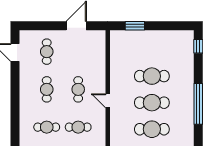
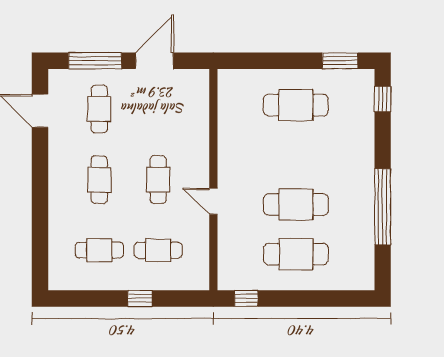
window: (44, 26) -> (95, 61), added
window: (135, 26) -> (340, 61), moved
cafe table: (152, 76) -> (296, 105), moved

